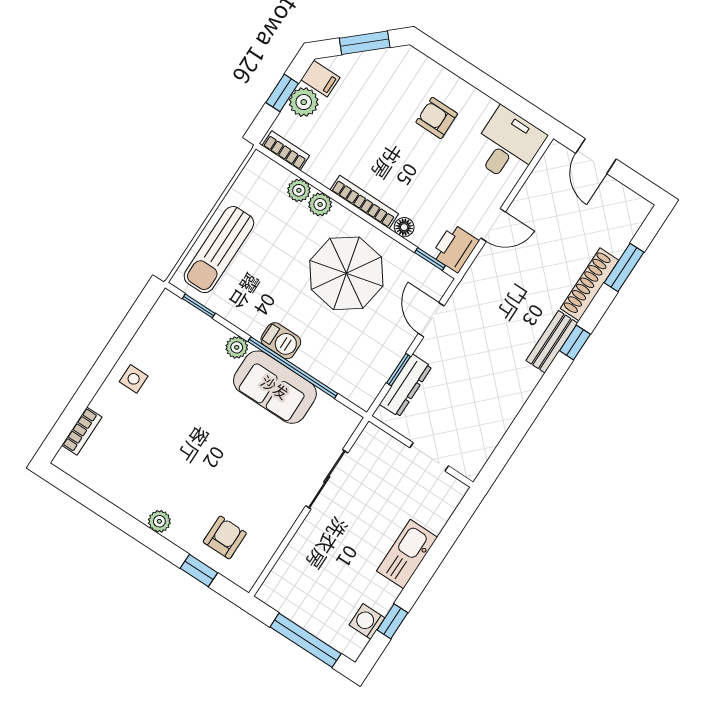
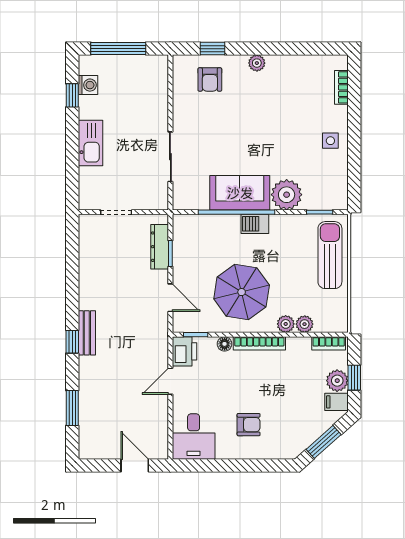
shoe rack: (590, 284) -> (87, 384), removed
plant: (237, 347) -> (287, 195), width x1.88, depth x1.88

